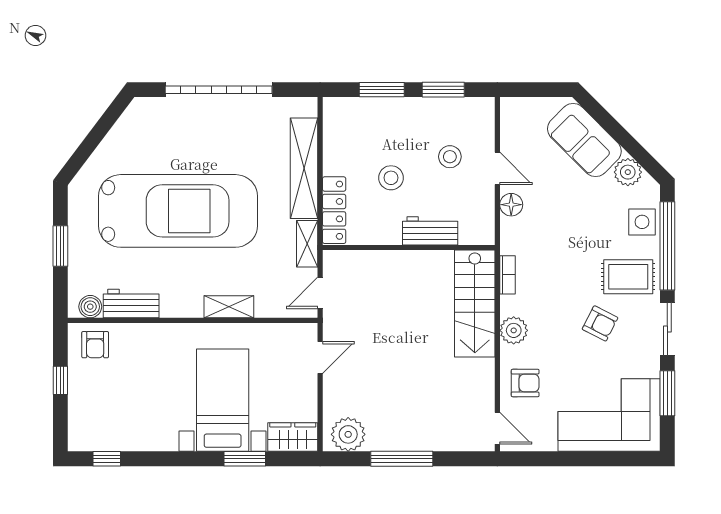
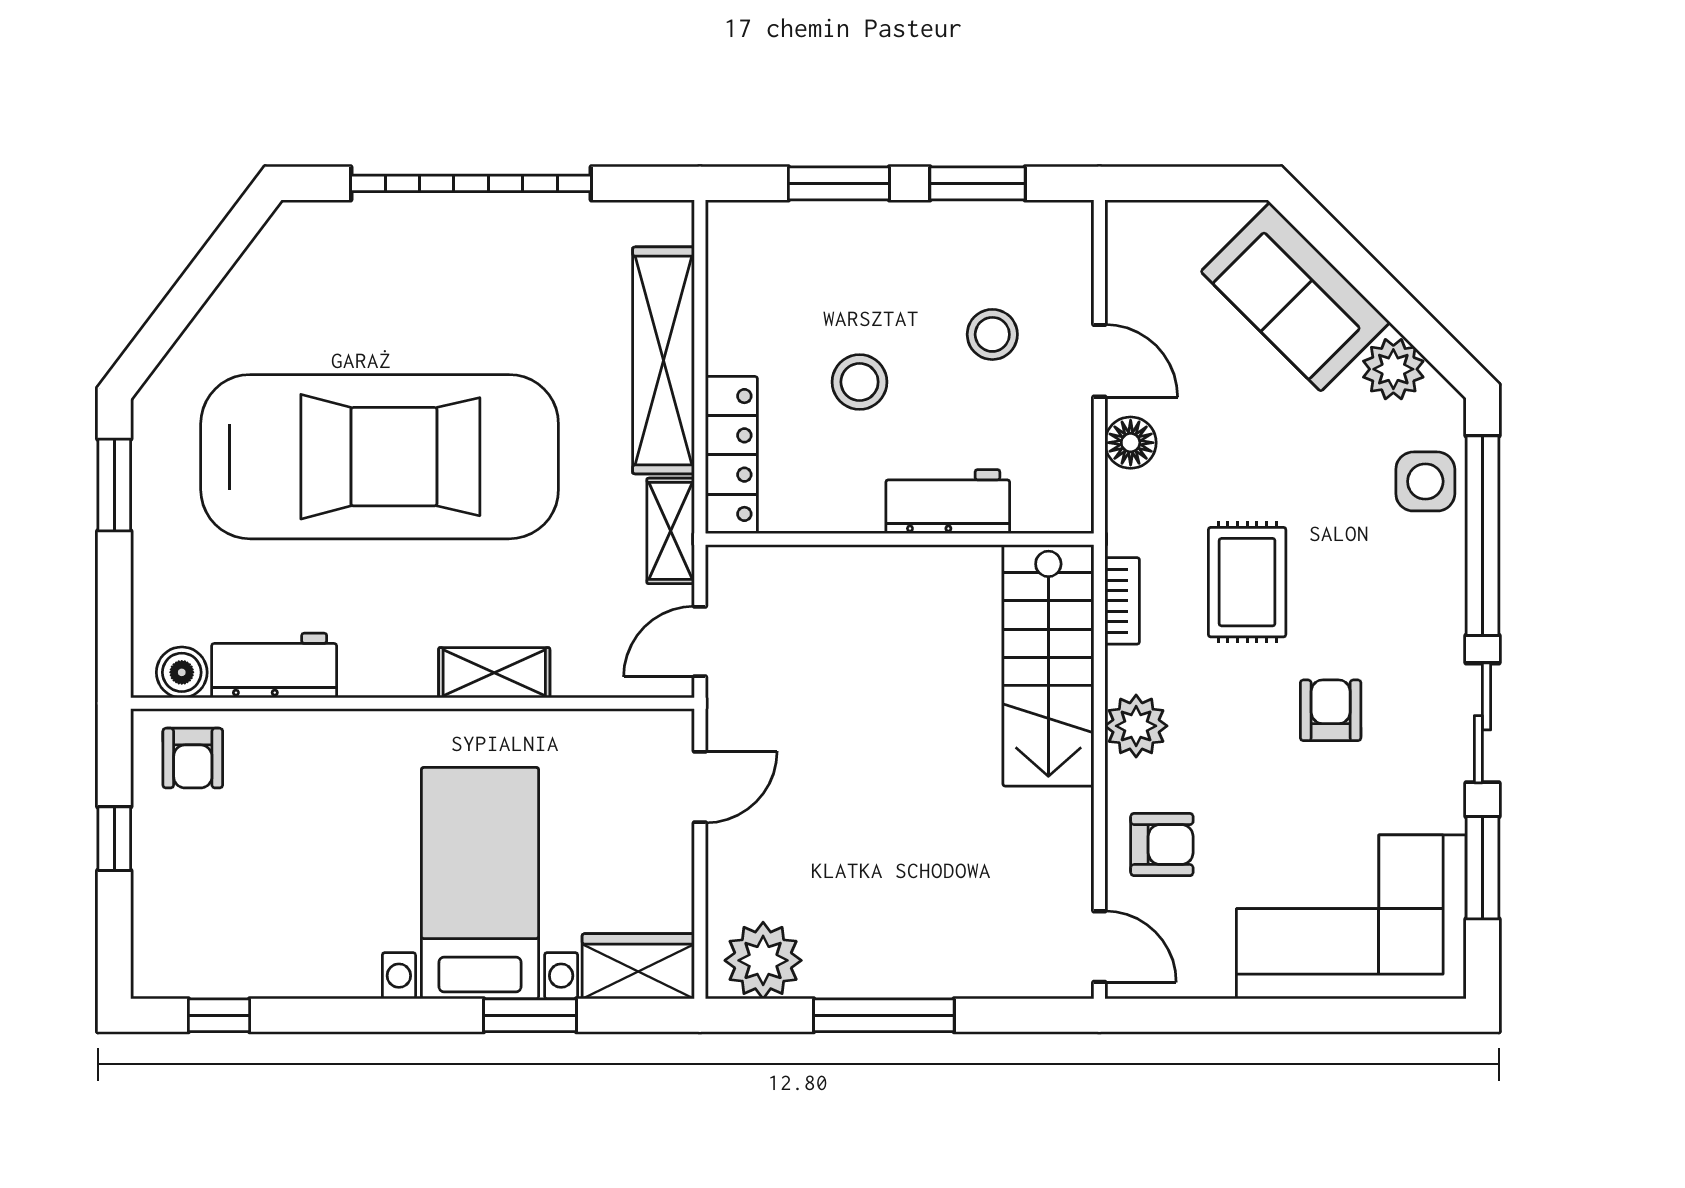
window: (60, 246) -> (114, 485), moved
rug: (628, 277) -> (1247, 582), moved, turned 90
armchair: (600, 323) -> (1331, 710), turned -117

